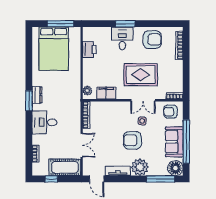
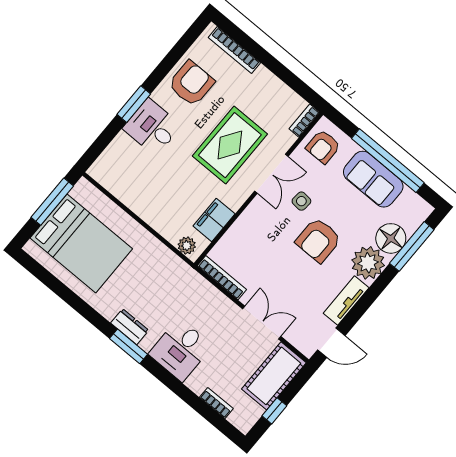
printer: (89, 49) -> (127, 191), removed
floor lamp: (175, 168) -> (391, 238), moved

